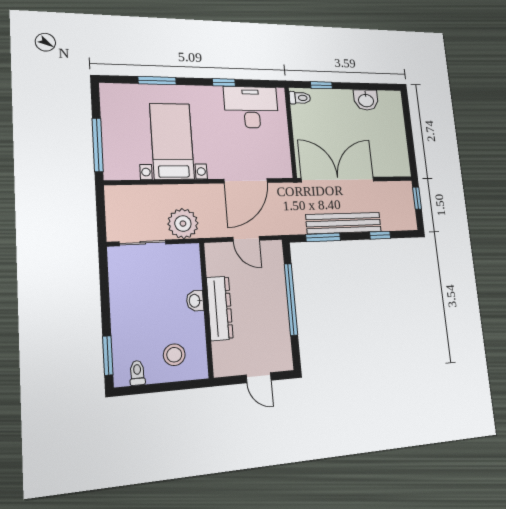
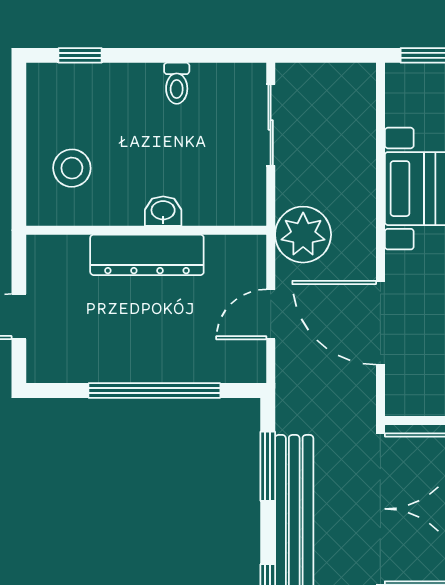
plant: (183, 224) -> (303, 235), moved
window: (108, 355) -> (80, 55), width x0.67
toilet: (137, 373) -> (177, 83), moved, turned 90

